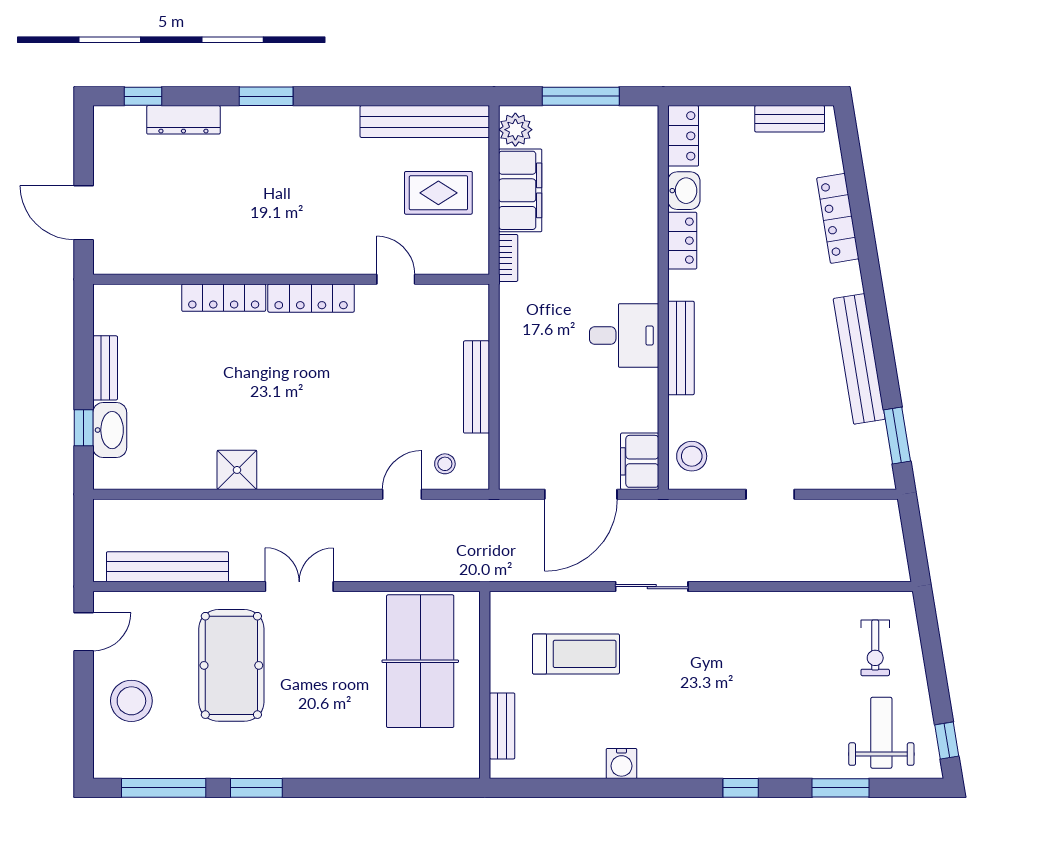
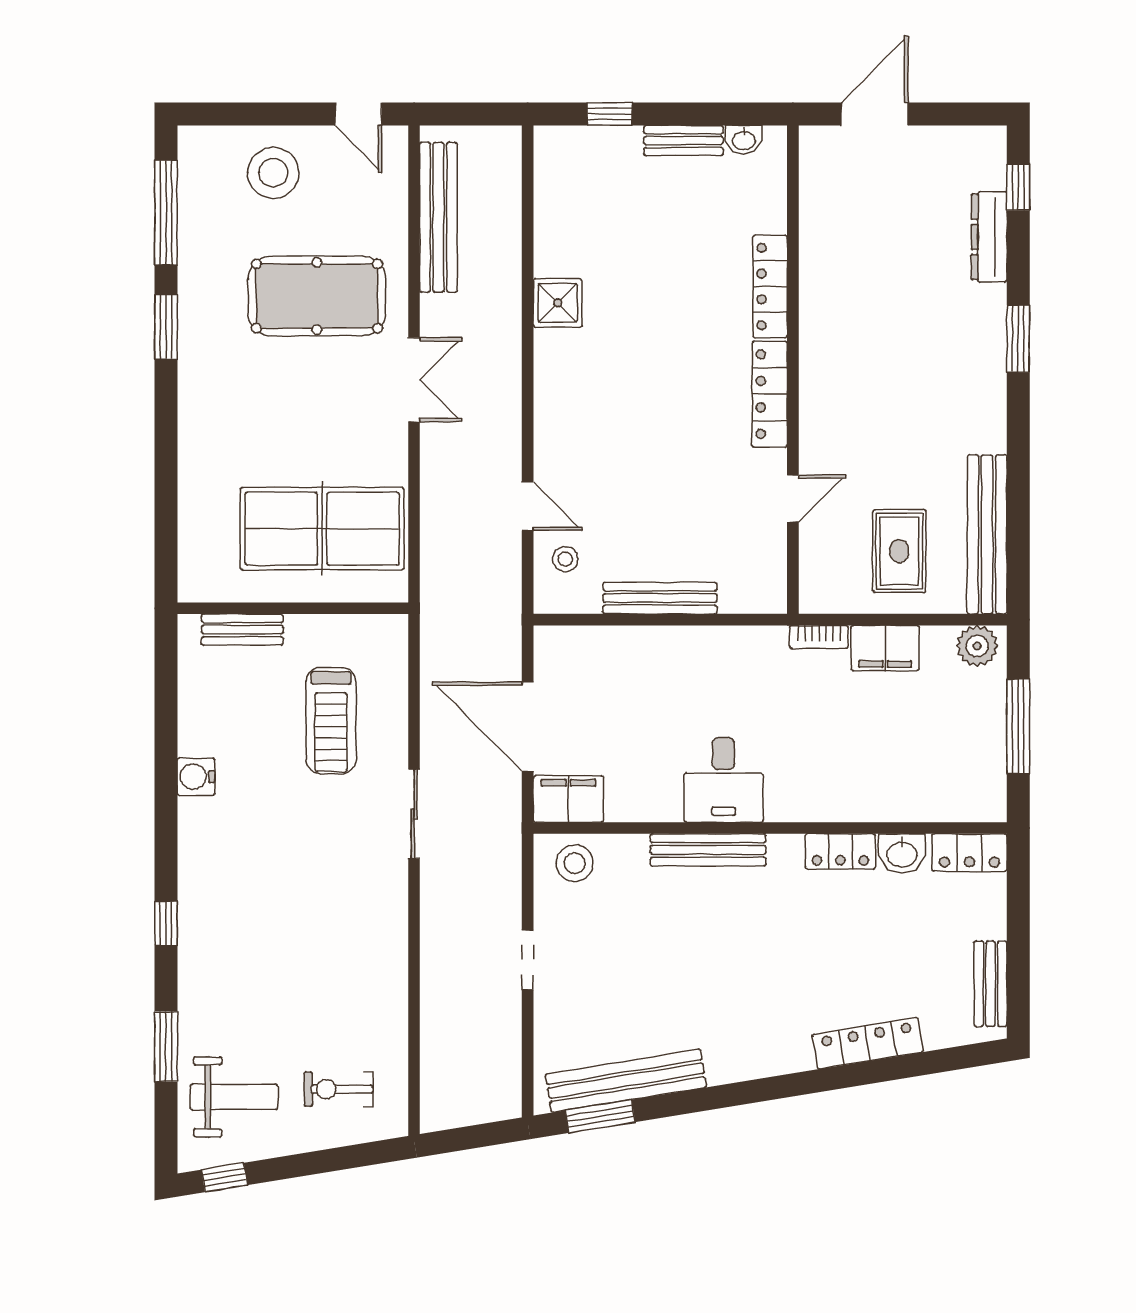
filing cabinet: (520, 190) -> (885, 648), width x0.67, depth x0.86
bench: (859, 359) -> (626, 1081), moved
washbasin: (110, 430) -> (744, 140), moved, width x0.52, depth x0.69

